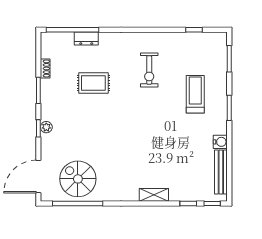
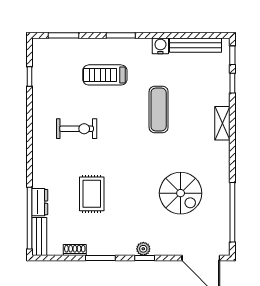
bench: (57, 38) -> (39, 236), added
exercise mat: (166, 140) -> (159, 110), added
spiral stairs: (78, 179) -> (181, 193), moved, turned -90

